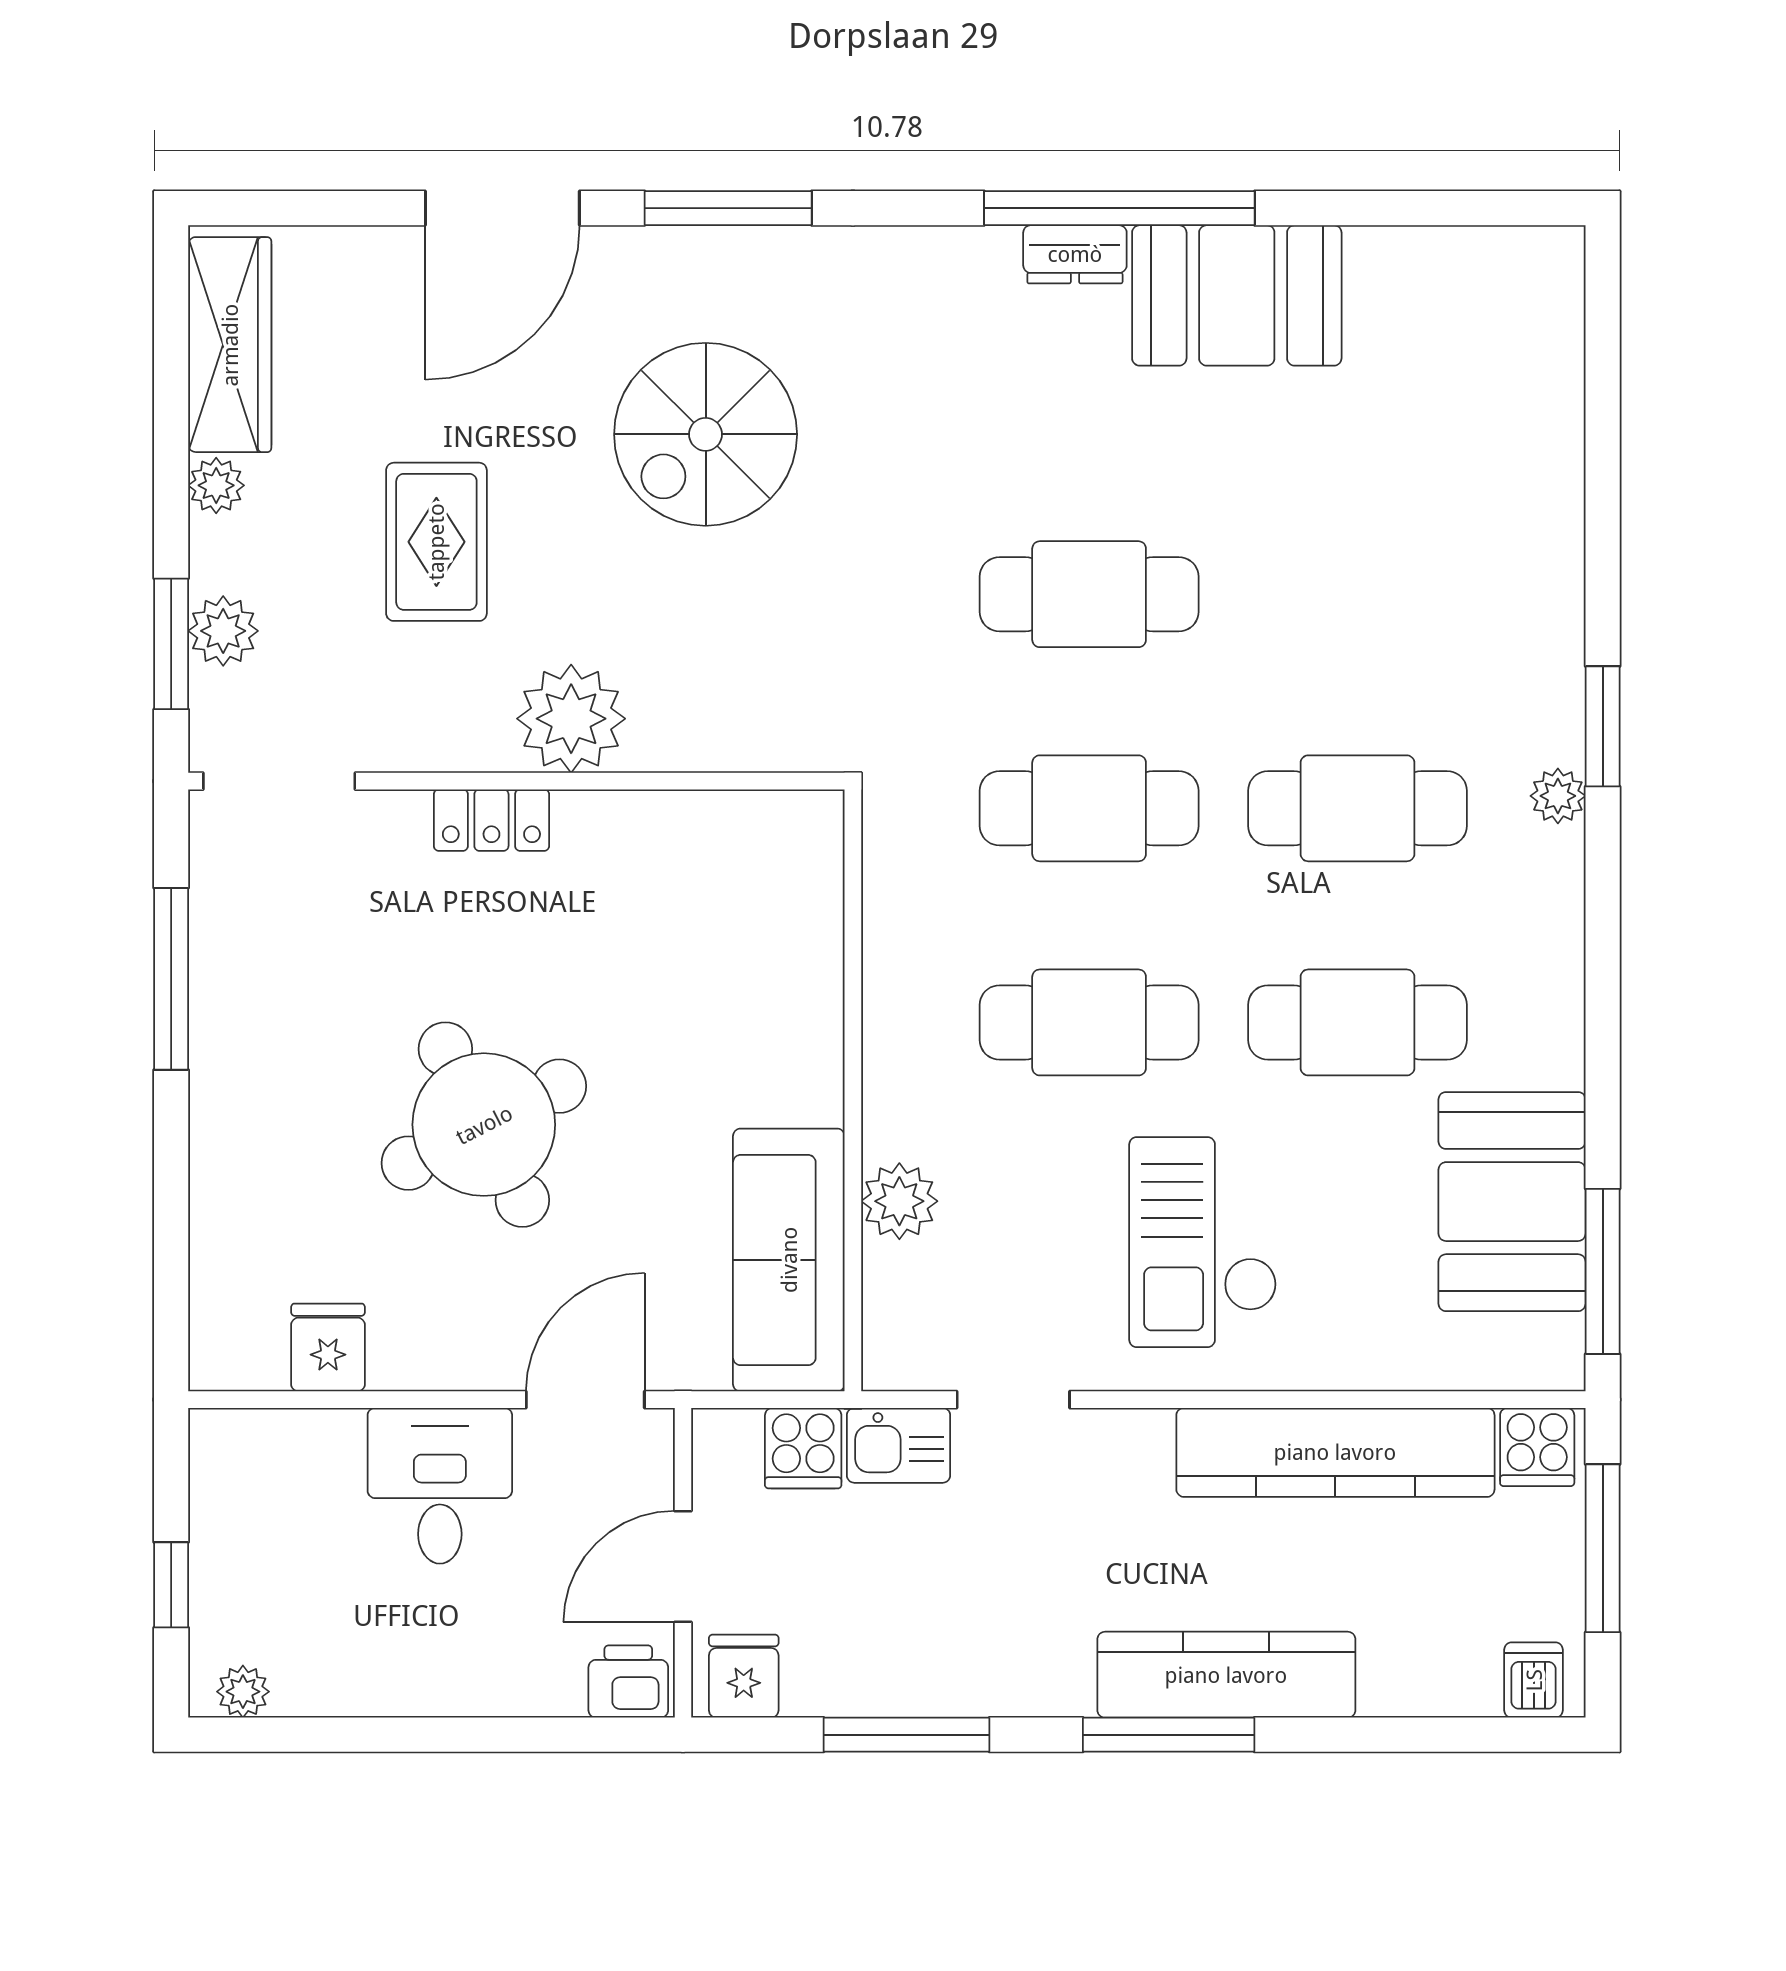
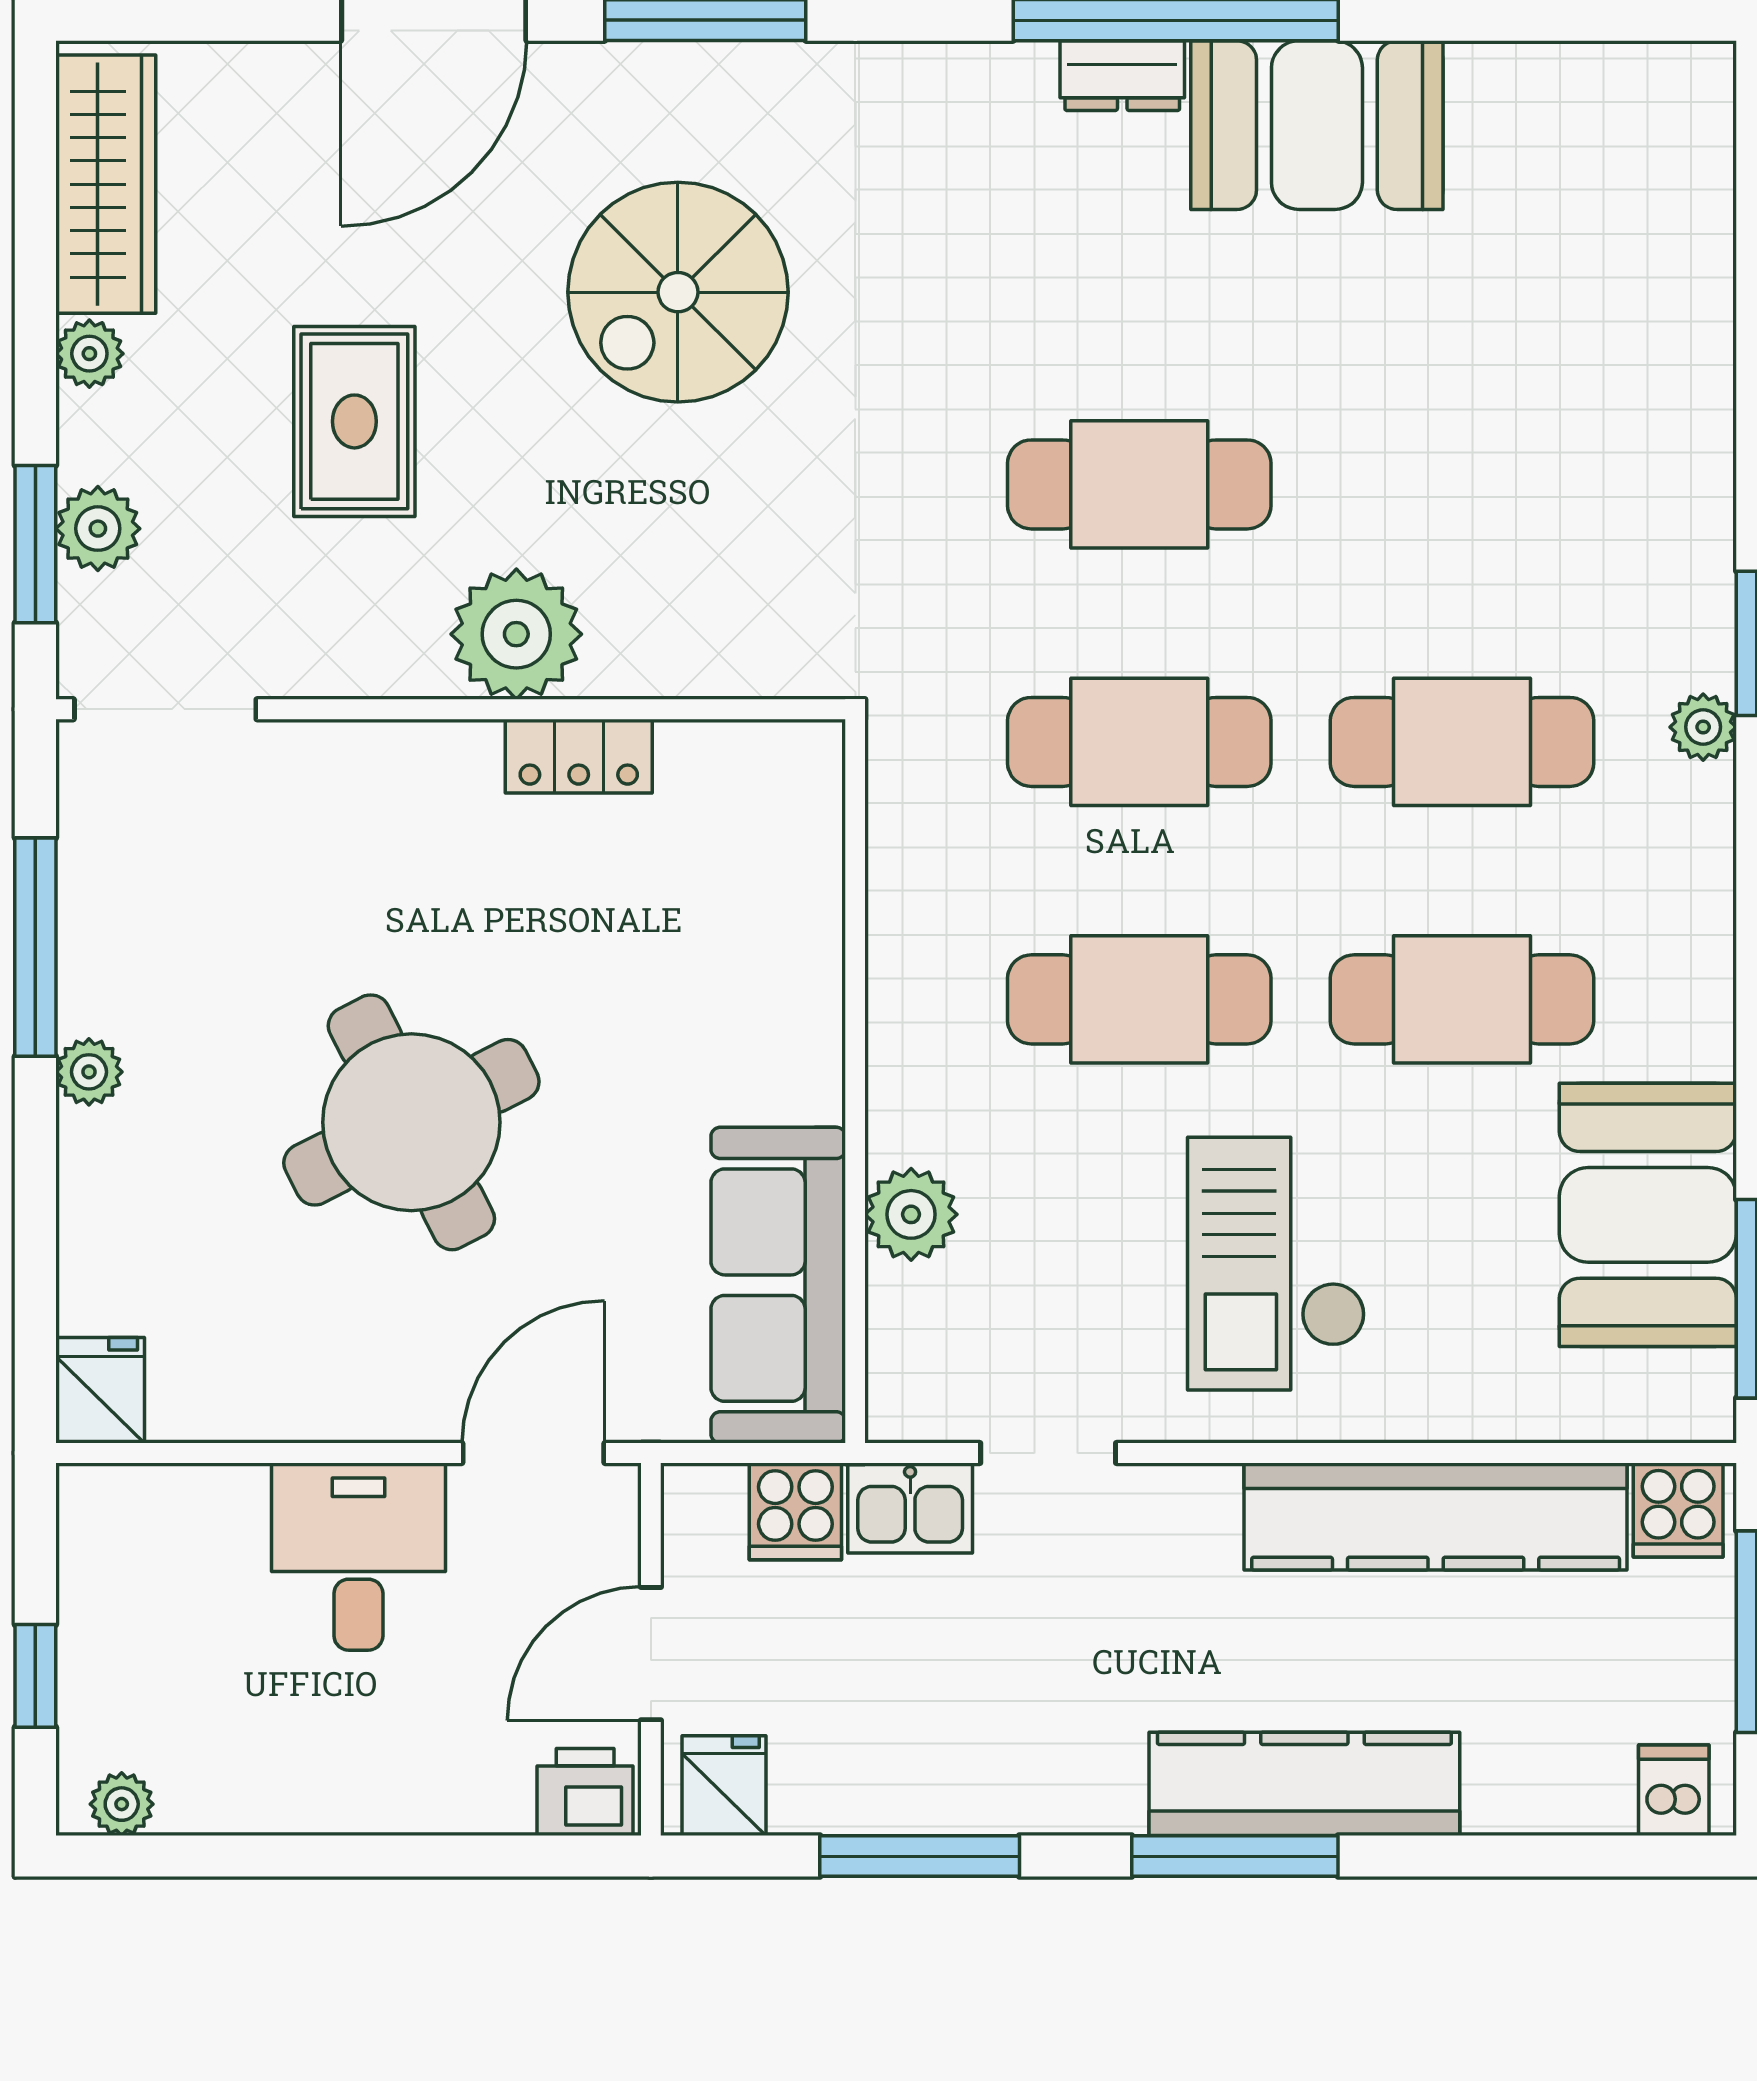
locker: (491, 820) -> (579, 756), moved
plant: (216, 1083) -> (89, 1072), added
fridge: (328, 1348) -> (100, 1390), moved

